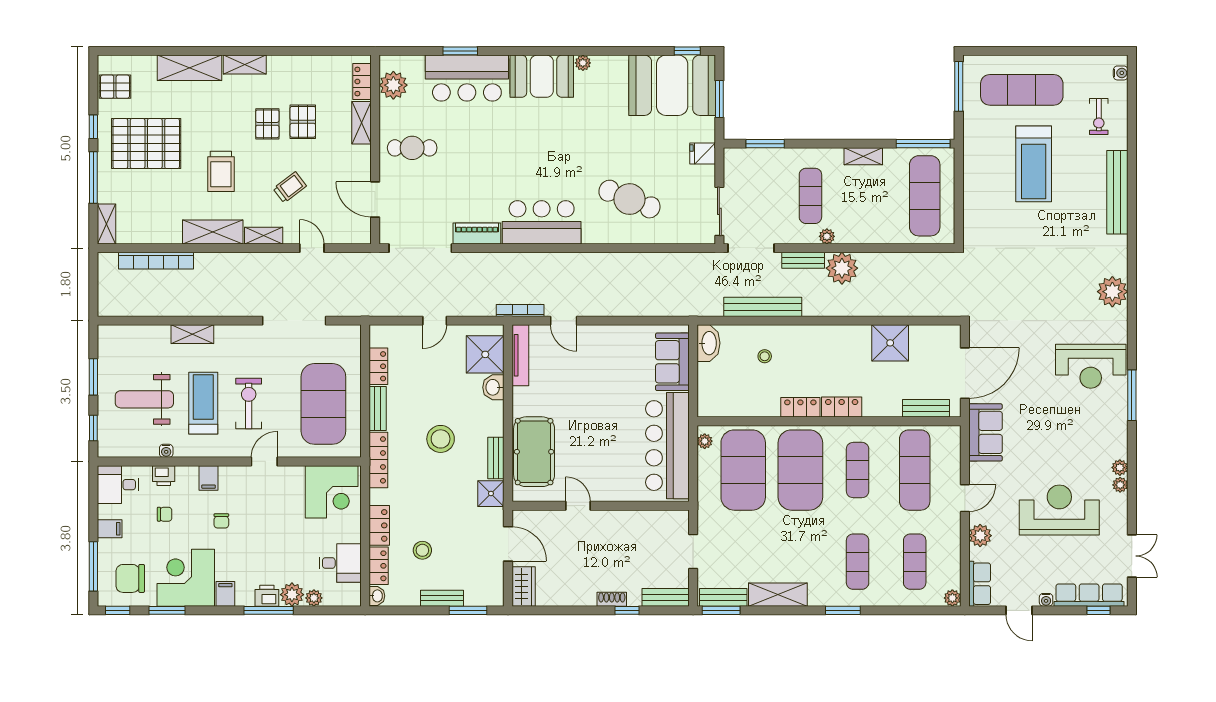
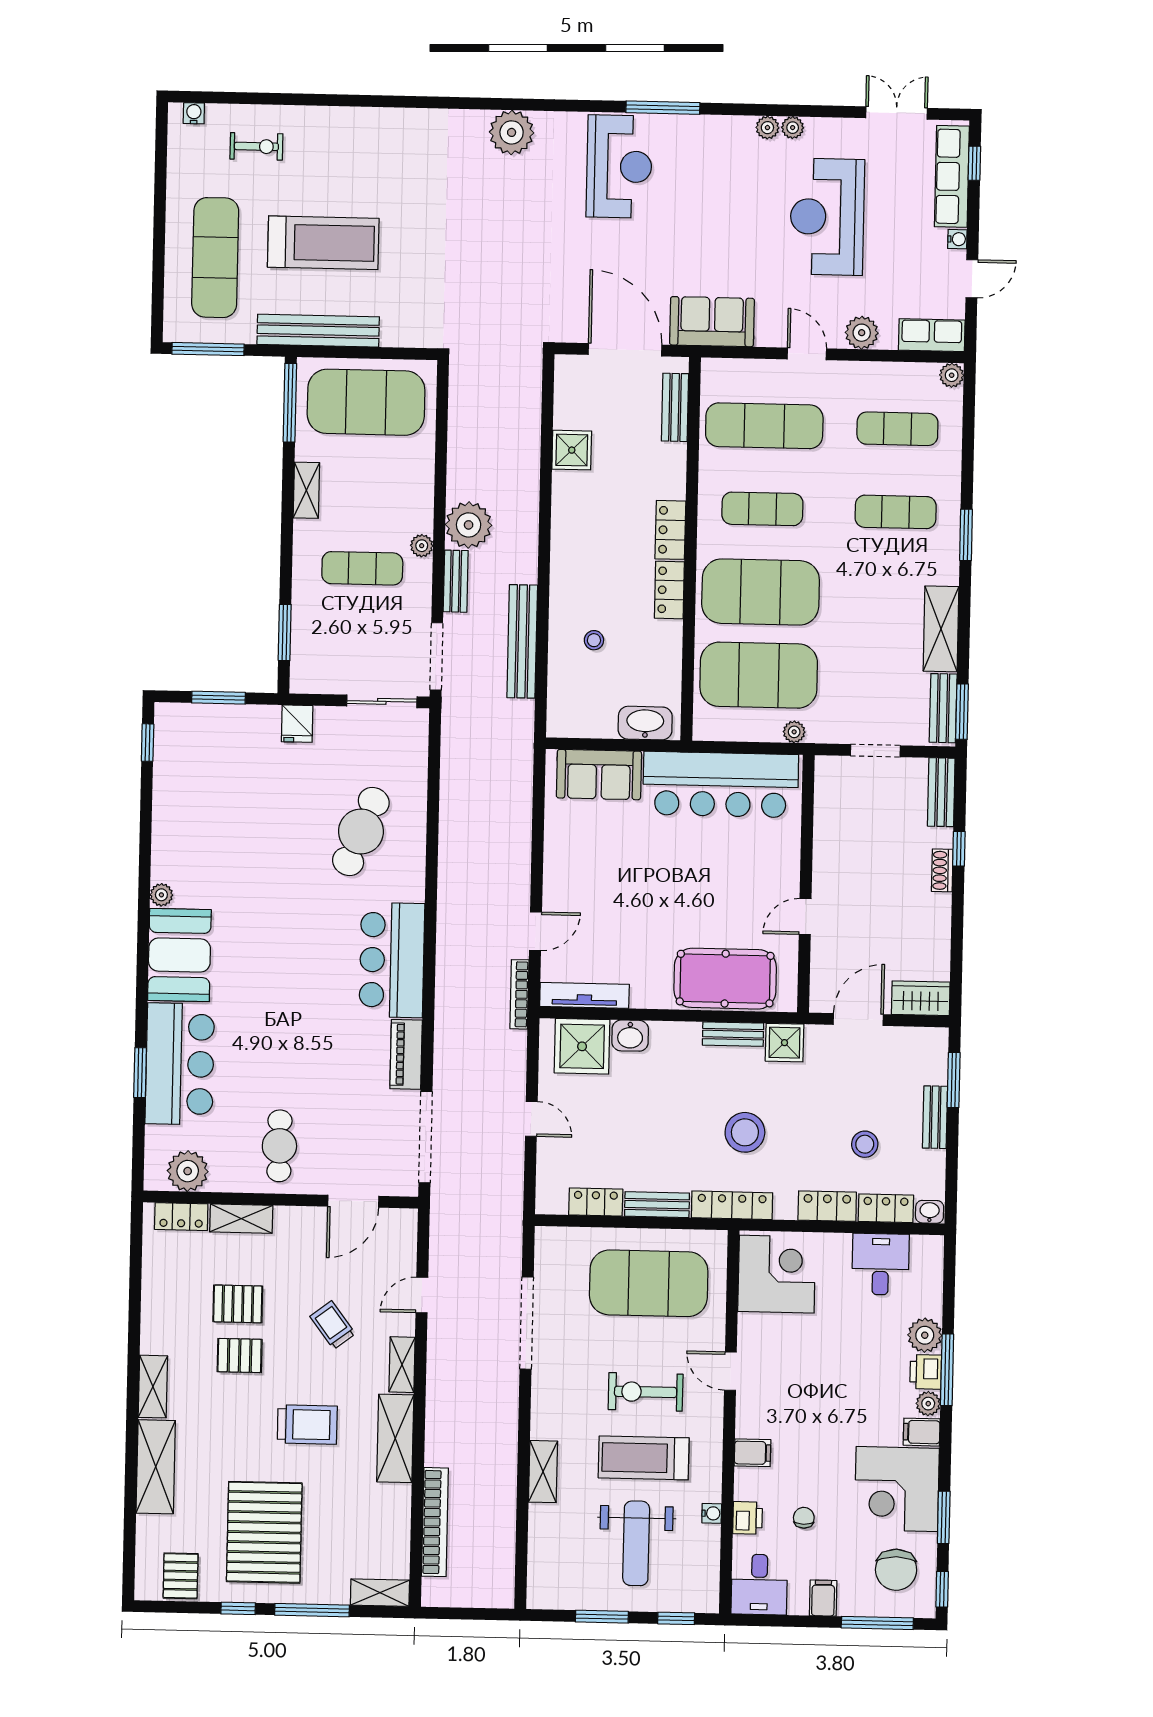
booth: (672, 85) -> (197, 766), removed
bench: (1117, 192) -> (318, 331), moved
exercise mat: (925, 196) -> (366, 402), width x1.47
washbasin: (708, 343) -> (645, 723), moved
shower: (890, 343) -> (572, 450), width x0.73, depth x0.73
stool: (441, 439) -> (745, 1132), moved
plant: (705, 441) -> (794, 732), moved
chair: (221, 521) -> (815, 1436), removed
plant: (314, 598) -> (928, 1404), moved

